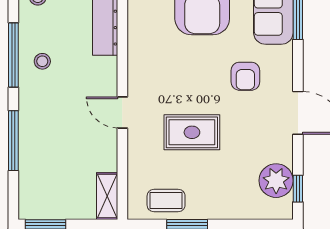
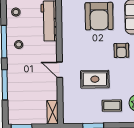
coffee table: (166, 201) -> (112, 106), moved

